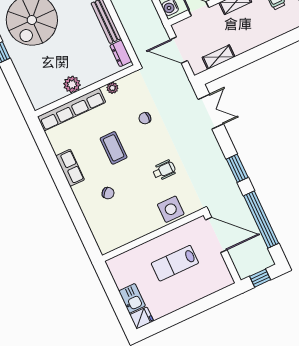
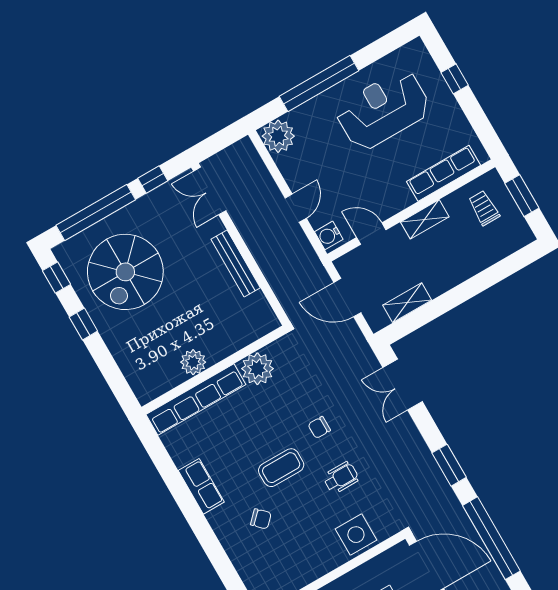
dresser: (121, 53) -> (262, 310), removed
plant: (112, 88) -> (257, 369), width x1.87, depth x1.87
double door: (211, 112) -> (403, 385), swing flipped
chair: (145, 118) -> (319, 427), moved
coffee table: (114, 148) -> (281, 468), moved, turned 90

